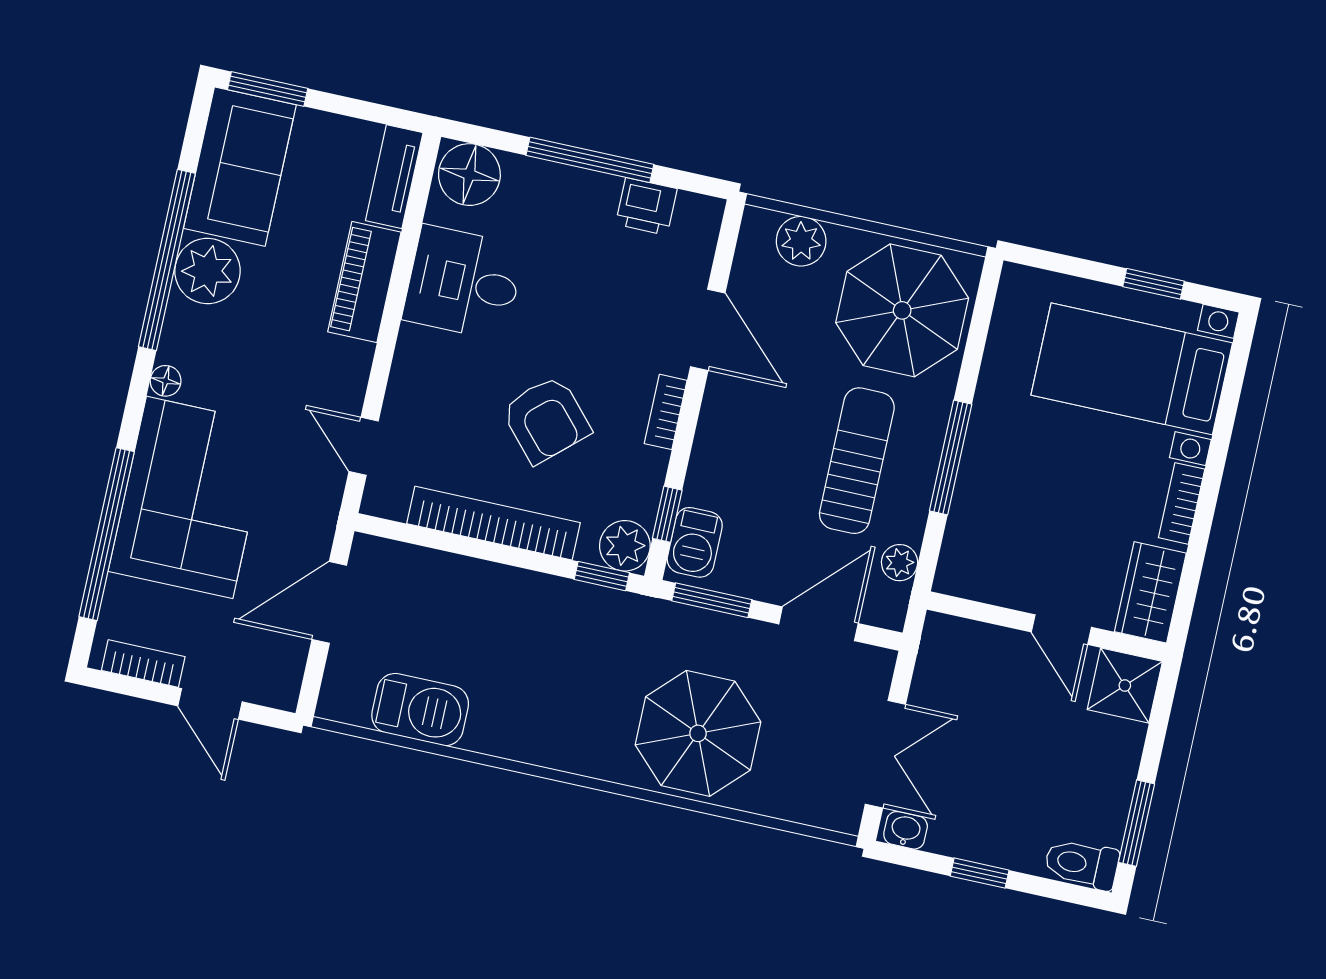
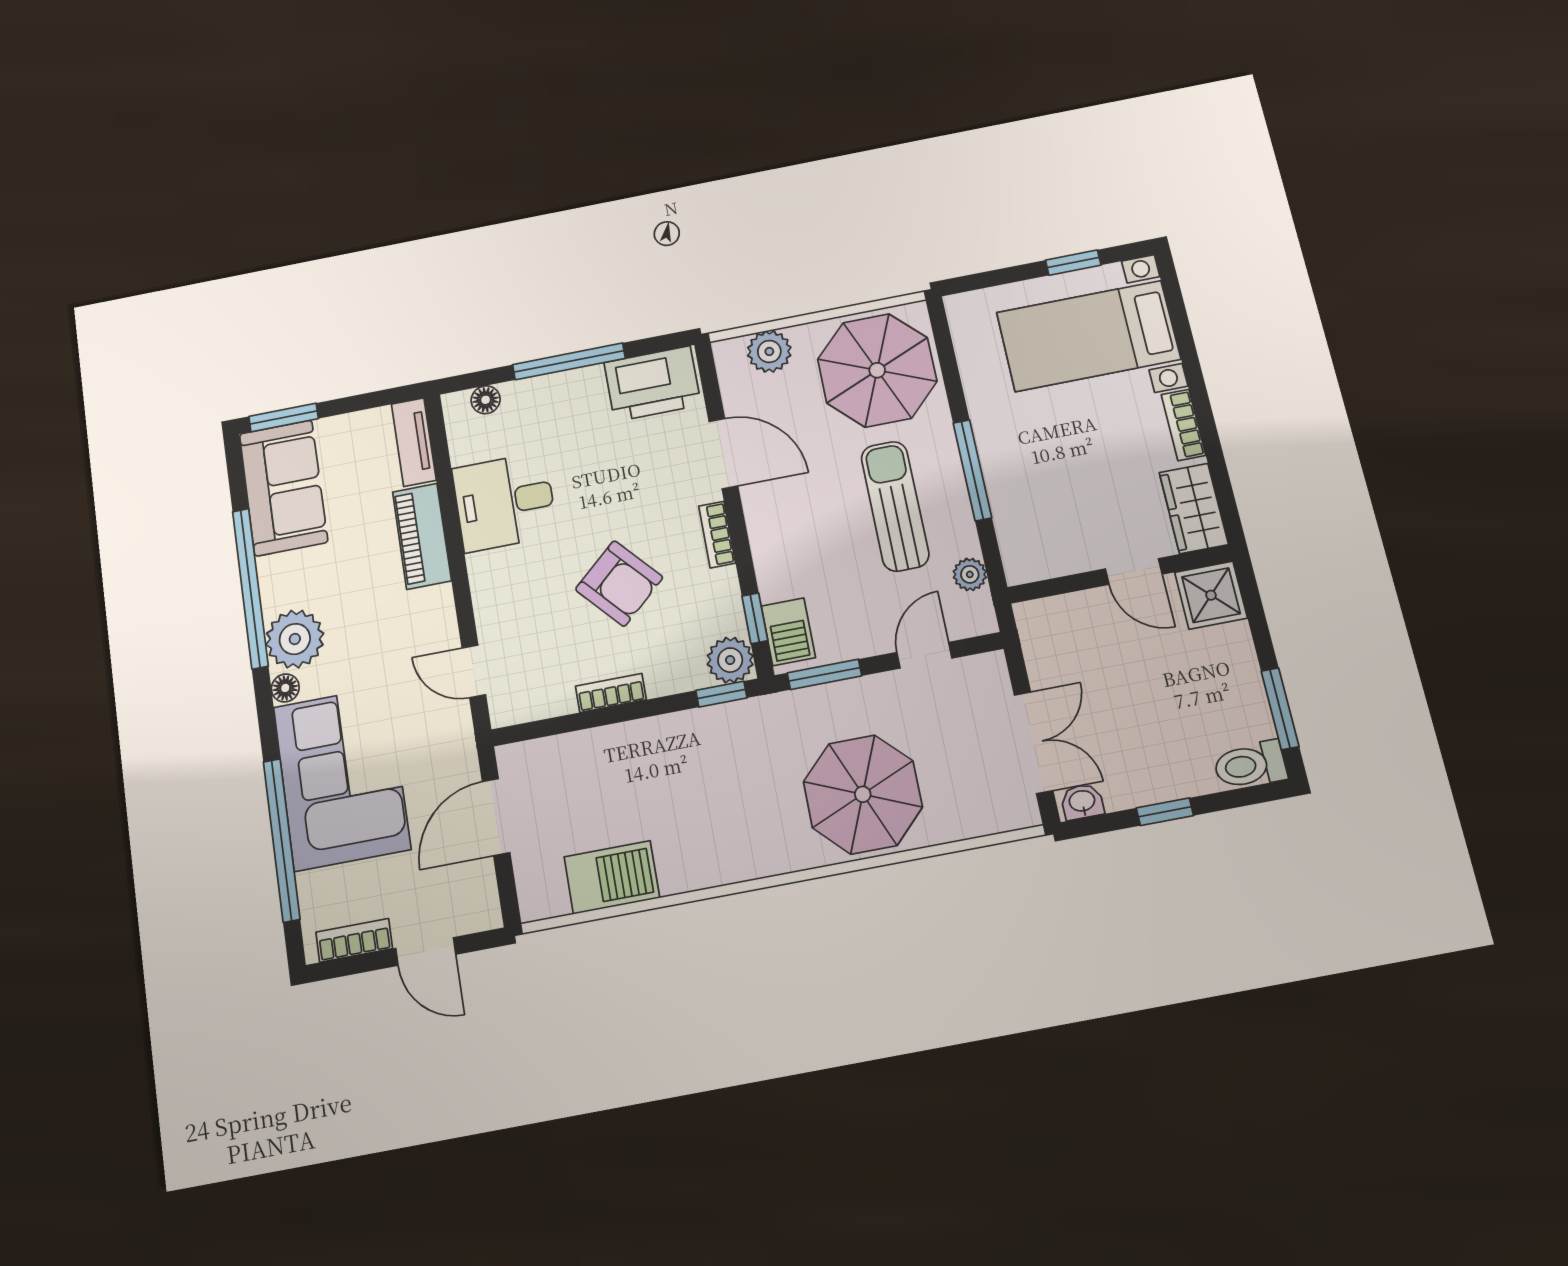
floor lamp: (469, 175) -> (486, 400), width x0.53, depth x0.53
printer: (646, 206) -> (652, 384), width x1.87, depth x1.48
plant: (208, 271) -> (295, 639), moved
bookcase: (493, 523) -> (611, 693), width x0.43, depth x0.76
door: (818, 624) -> (924, 655), width x0.73

